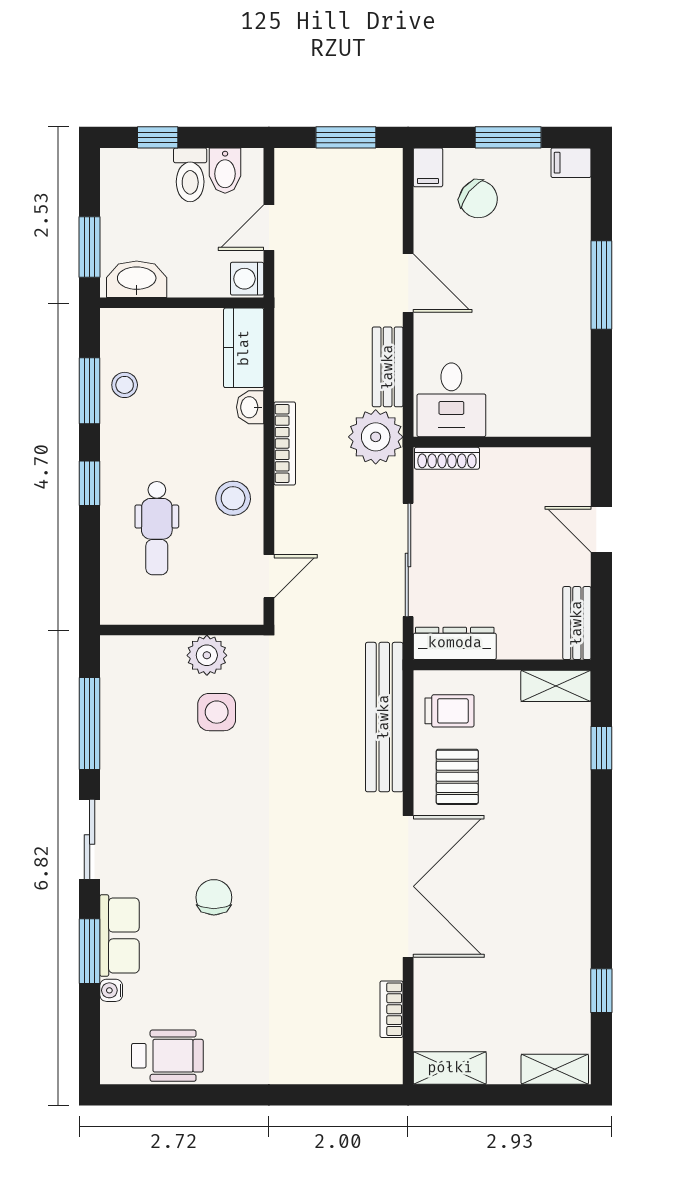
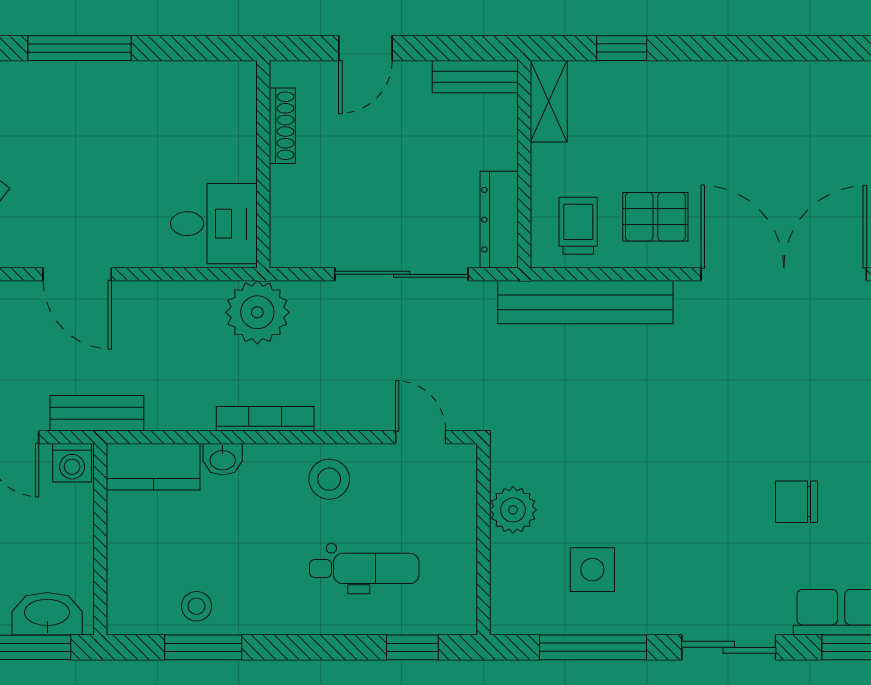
washbasin: (137, 279) -> (47, 614), moved, turned 90
door: (408, 283) -> (77, 274), swing flipped
bench: (388, 367) -> (97, 413), moved
shoe rack: (447, 458) -> (282, 126), moved
window: (90, 483) -> (412, 647), moved
side table: (217, 712) -> (592, 570), moved

